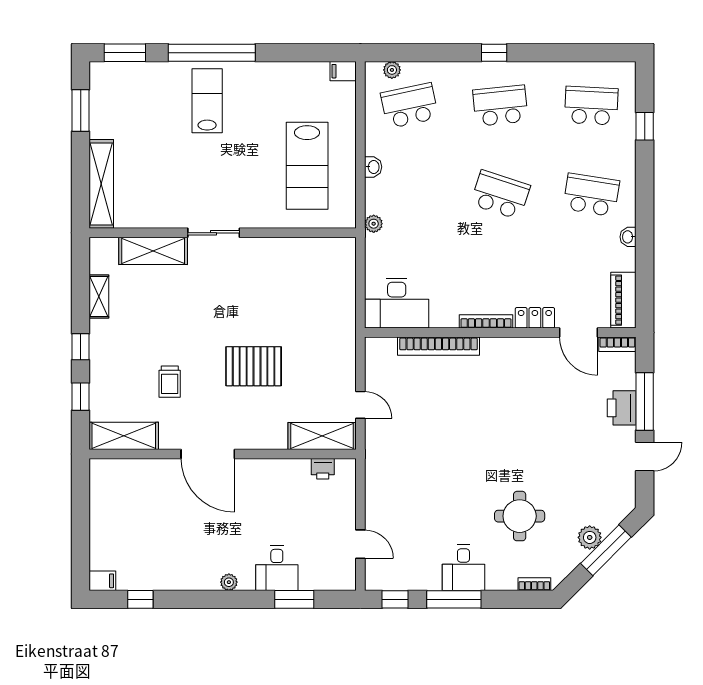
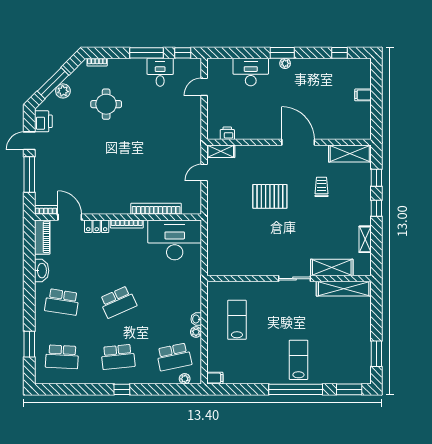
lab bench: (207, 101) -> (298, 360), turned 180
window: (645, 126) -> (29, 344), width x1.50
lab bench: (307, 166) -> (237, 320), width x0.73, depth x0.72
shelving: (101, 184) -> (344, 289), moved, turned 90
school desk: (500, 195) -> (118, 302), turned -42
plant: (374, 224) -> (196, 332), moved
washbasin: (628, 237) -> (42, 271), width x1.91, depth x1.45
desk: (397, 303) -> (175, 240), width x1.36, depth x1.30
door: (360, 405) -> (204, 173), hinge flipped
printer: (622, 408) -> (43, 121), moved
shelving: (322, 436) -> (221, 151), width x0.67, depth x0.75
door: (360, 544) -> (204, 87), hinge flipped
desk: (277, 568) -> (251, 72), width x1.37
desk: (463, 568) -> (160, 72), moved
filing cabinet: (102, 581) -> (363, 95), moved
window: (294, 599) -> (282, 53), moved

